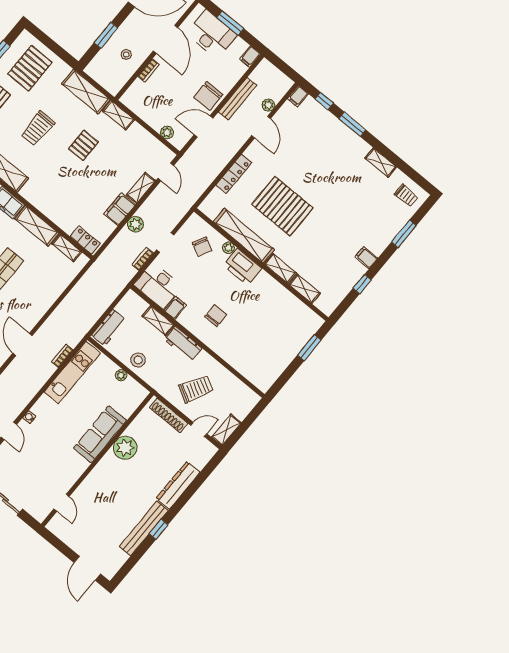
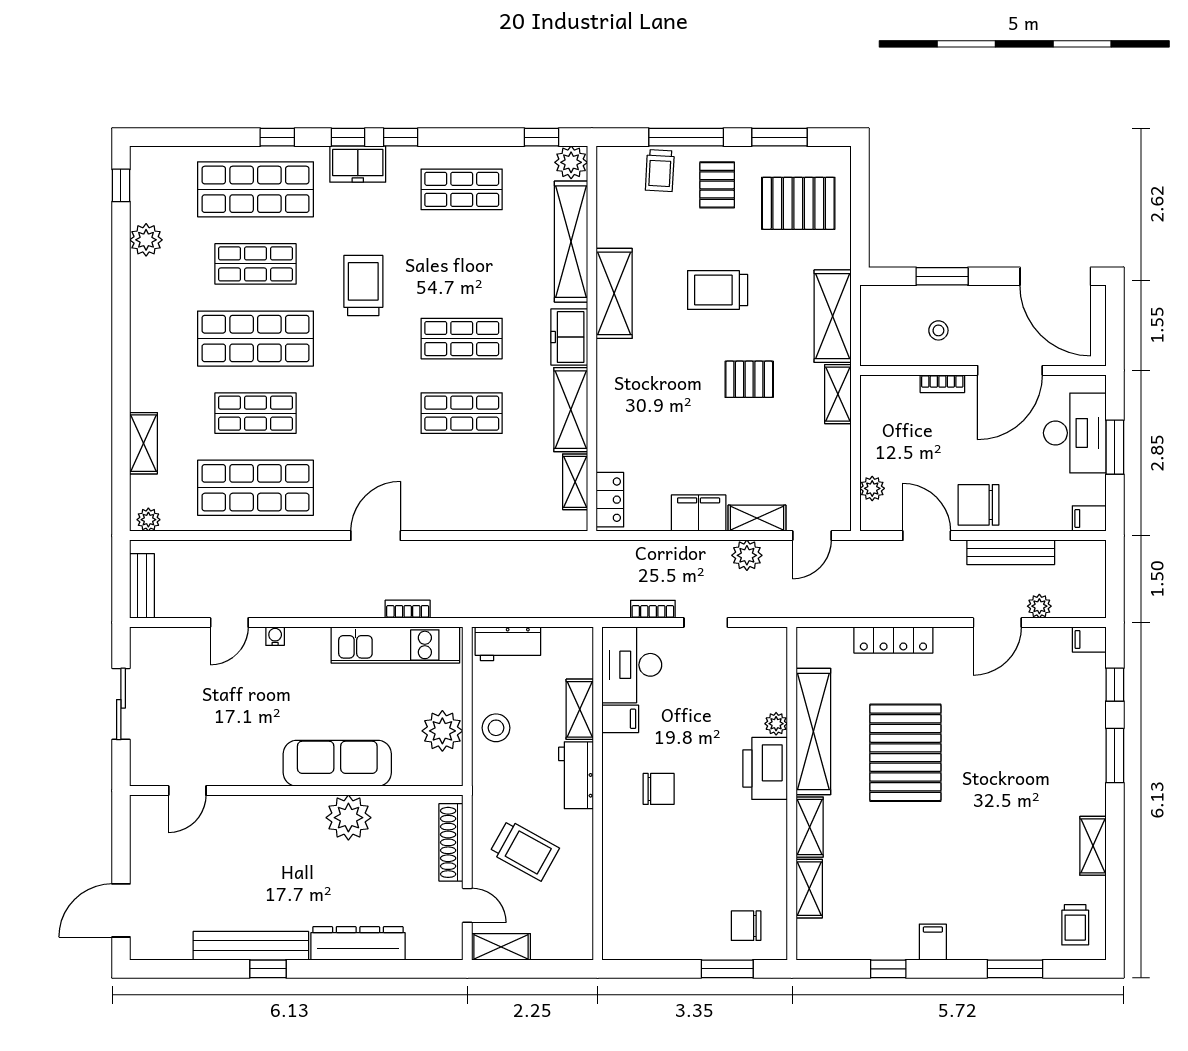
plant: (135, 224) -> (747, 555), moved
chair: (202, 247) -> (746, 926), moved, turned 63
plant: (121, 375) -> (442, 731), width x1.88, depth x1.88

